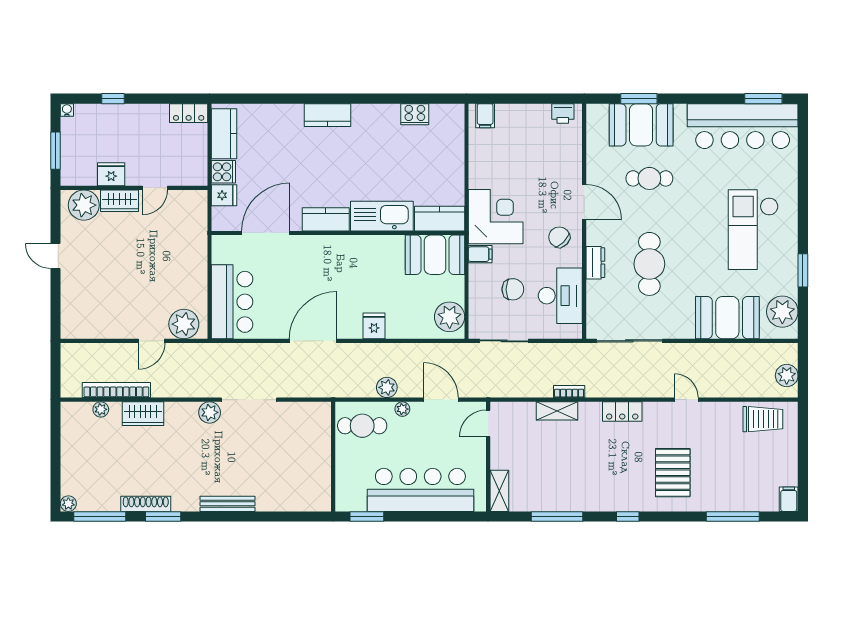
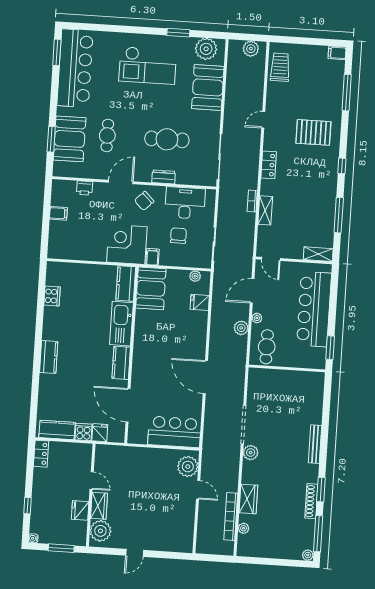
printer: (563, 113) -> (85, 188), moved, turned 90
filing cabinet: (485, 116) -> (58, 213), moved
plant: (450, 317) -> (195, 276), width x0.53, depth x0.53
fridge: (374, 326) -> (200, 302), moved

